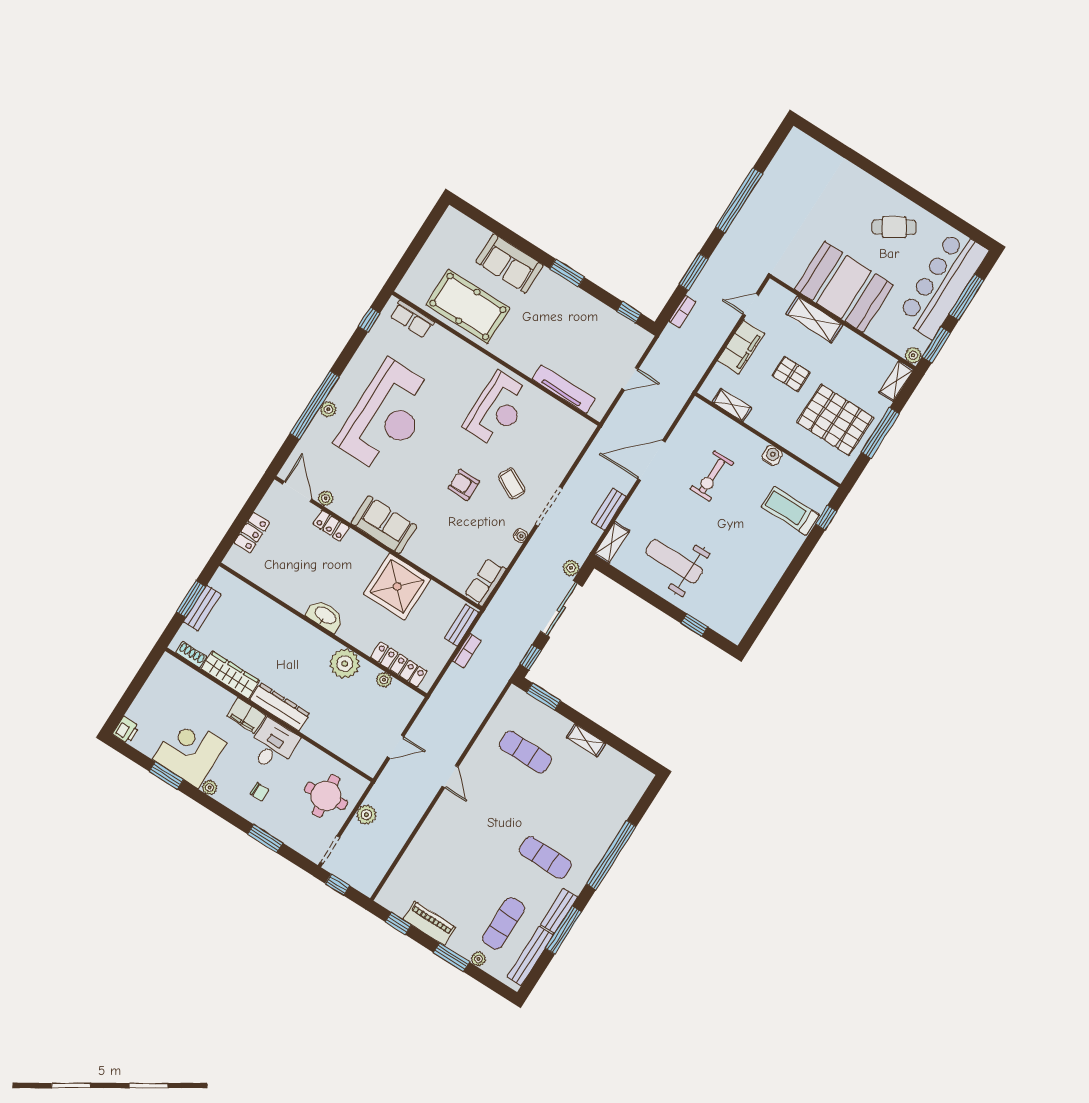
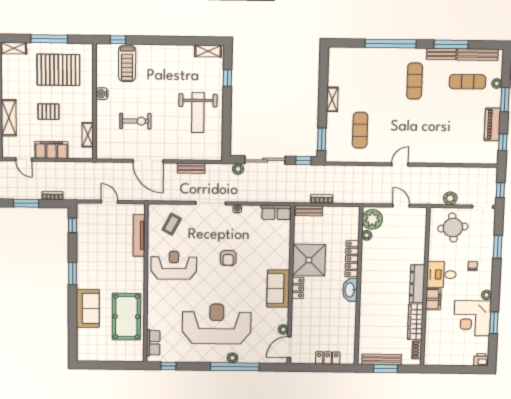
pallet: (791, 374) -> (48, 112), turned 90
pallet: (835, 420) -> (58, 70), turned 90
coffee table: (512, 484) -> (172, 224), moved
locker: (331, 526) -> (298, 288), moved
shelving: (612, 543) -> (208, 51), moved
bench: (202, 608) -> (382, 359), width x1.36
plant: (345, 664) -> (372, 219), moved
locker: (399, 664) -> (352, 259), moved

